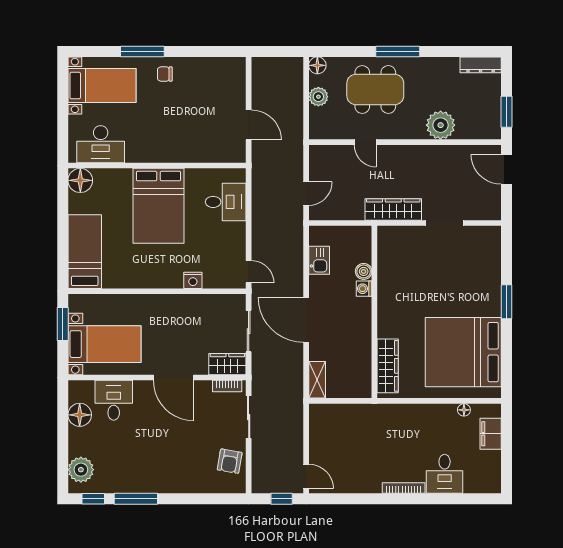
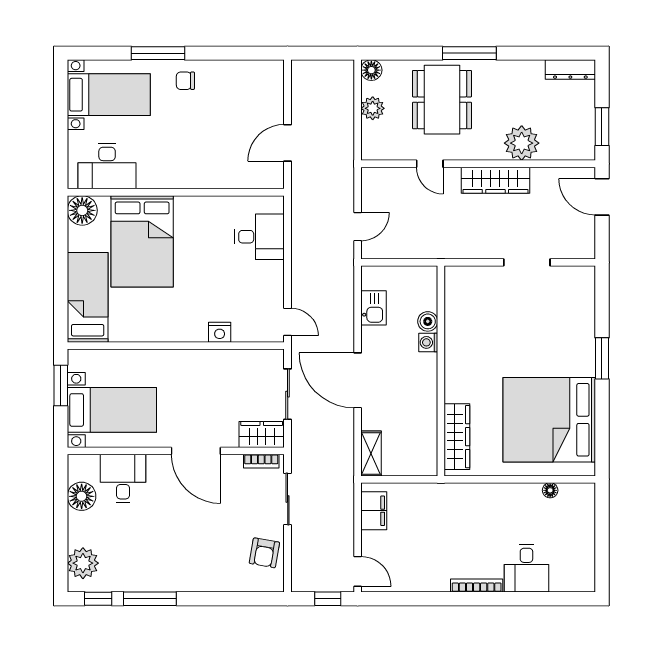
dining table: (375, 90) -> (442, 100), turned 90
door: (249, 125) -> (288, 143), swing flipped
bed: (159, 206) -> (142, 241), moved
wardrobe: (393, 209) -> (495, 180), moved, turned 180
filing cabinet: (491, 434) -> (374, 511), moved, turned 180

